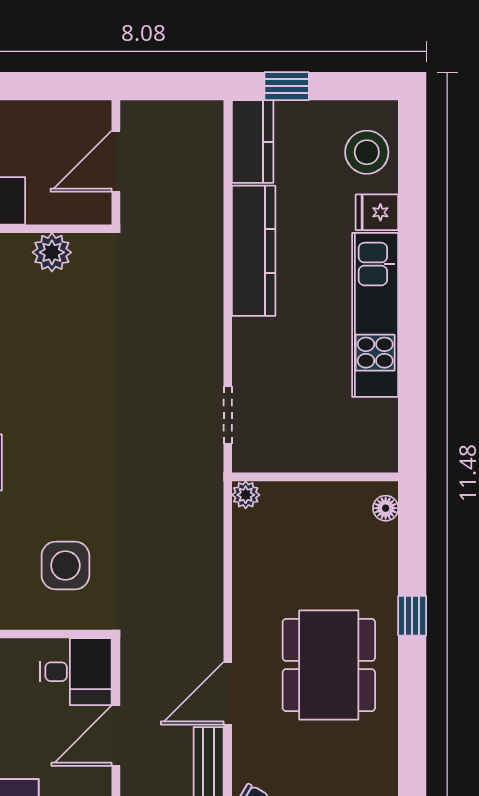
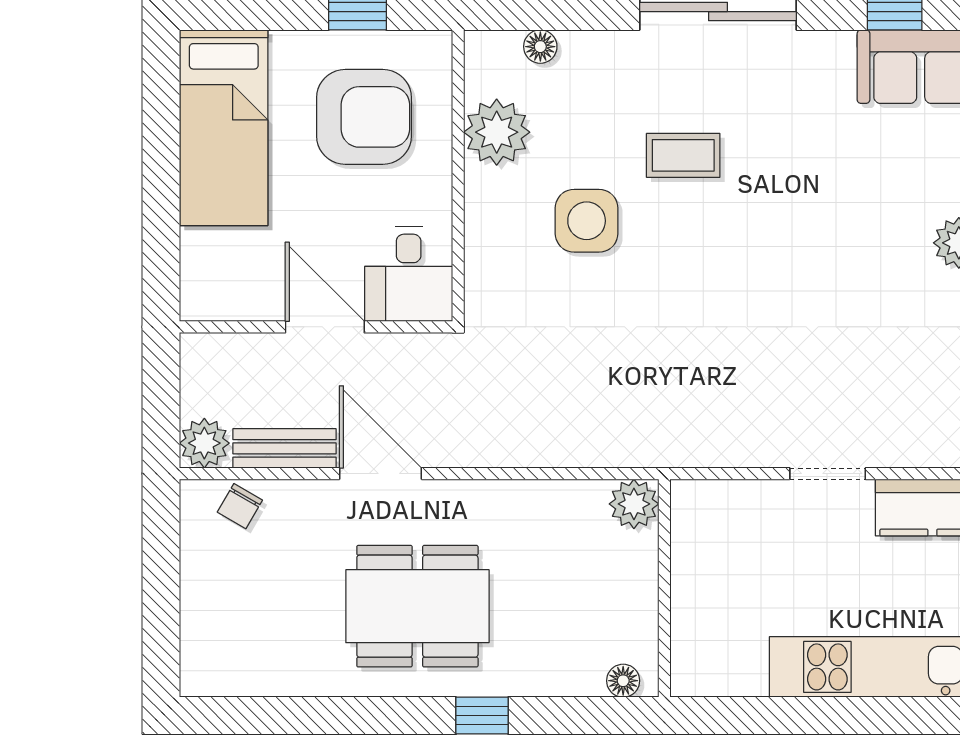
doorway: (228, 415) -> (828, 474), moved
plant: (246, 495) -> (634, 504), width x1.38, depth x1.38
side table: (65, 566) -> (587, 221), moved

